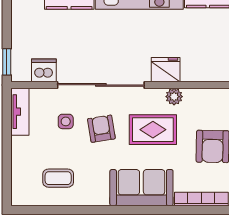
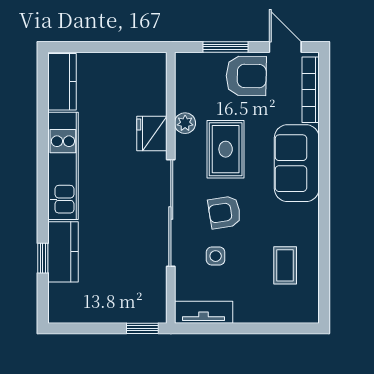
dishwasher: (44, 70) -> (153, 283), removed

